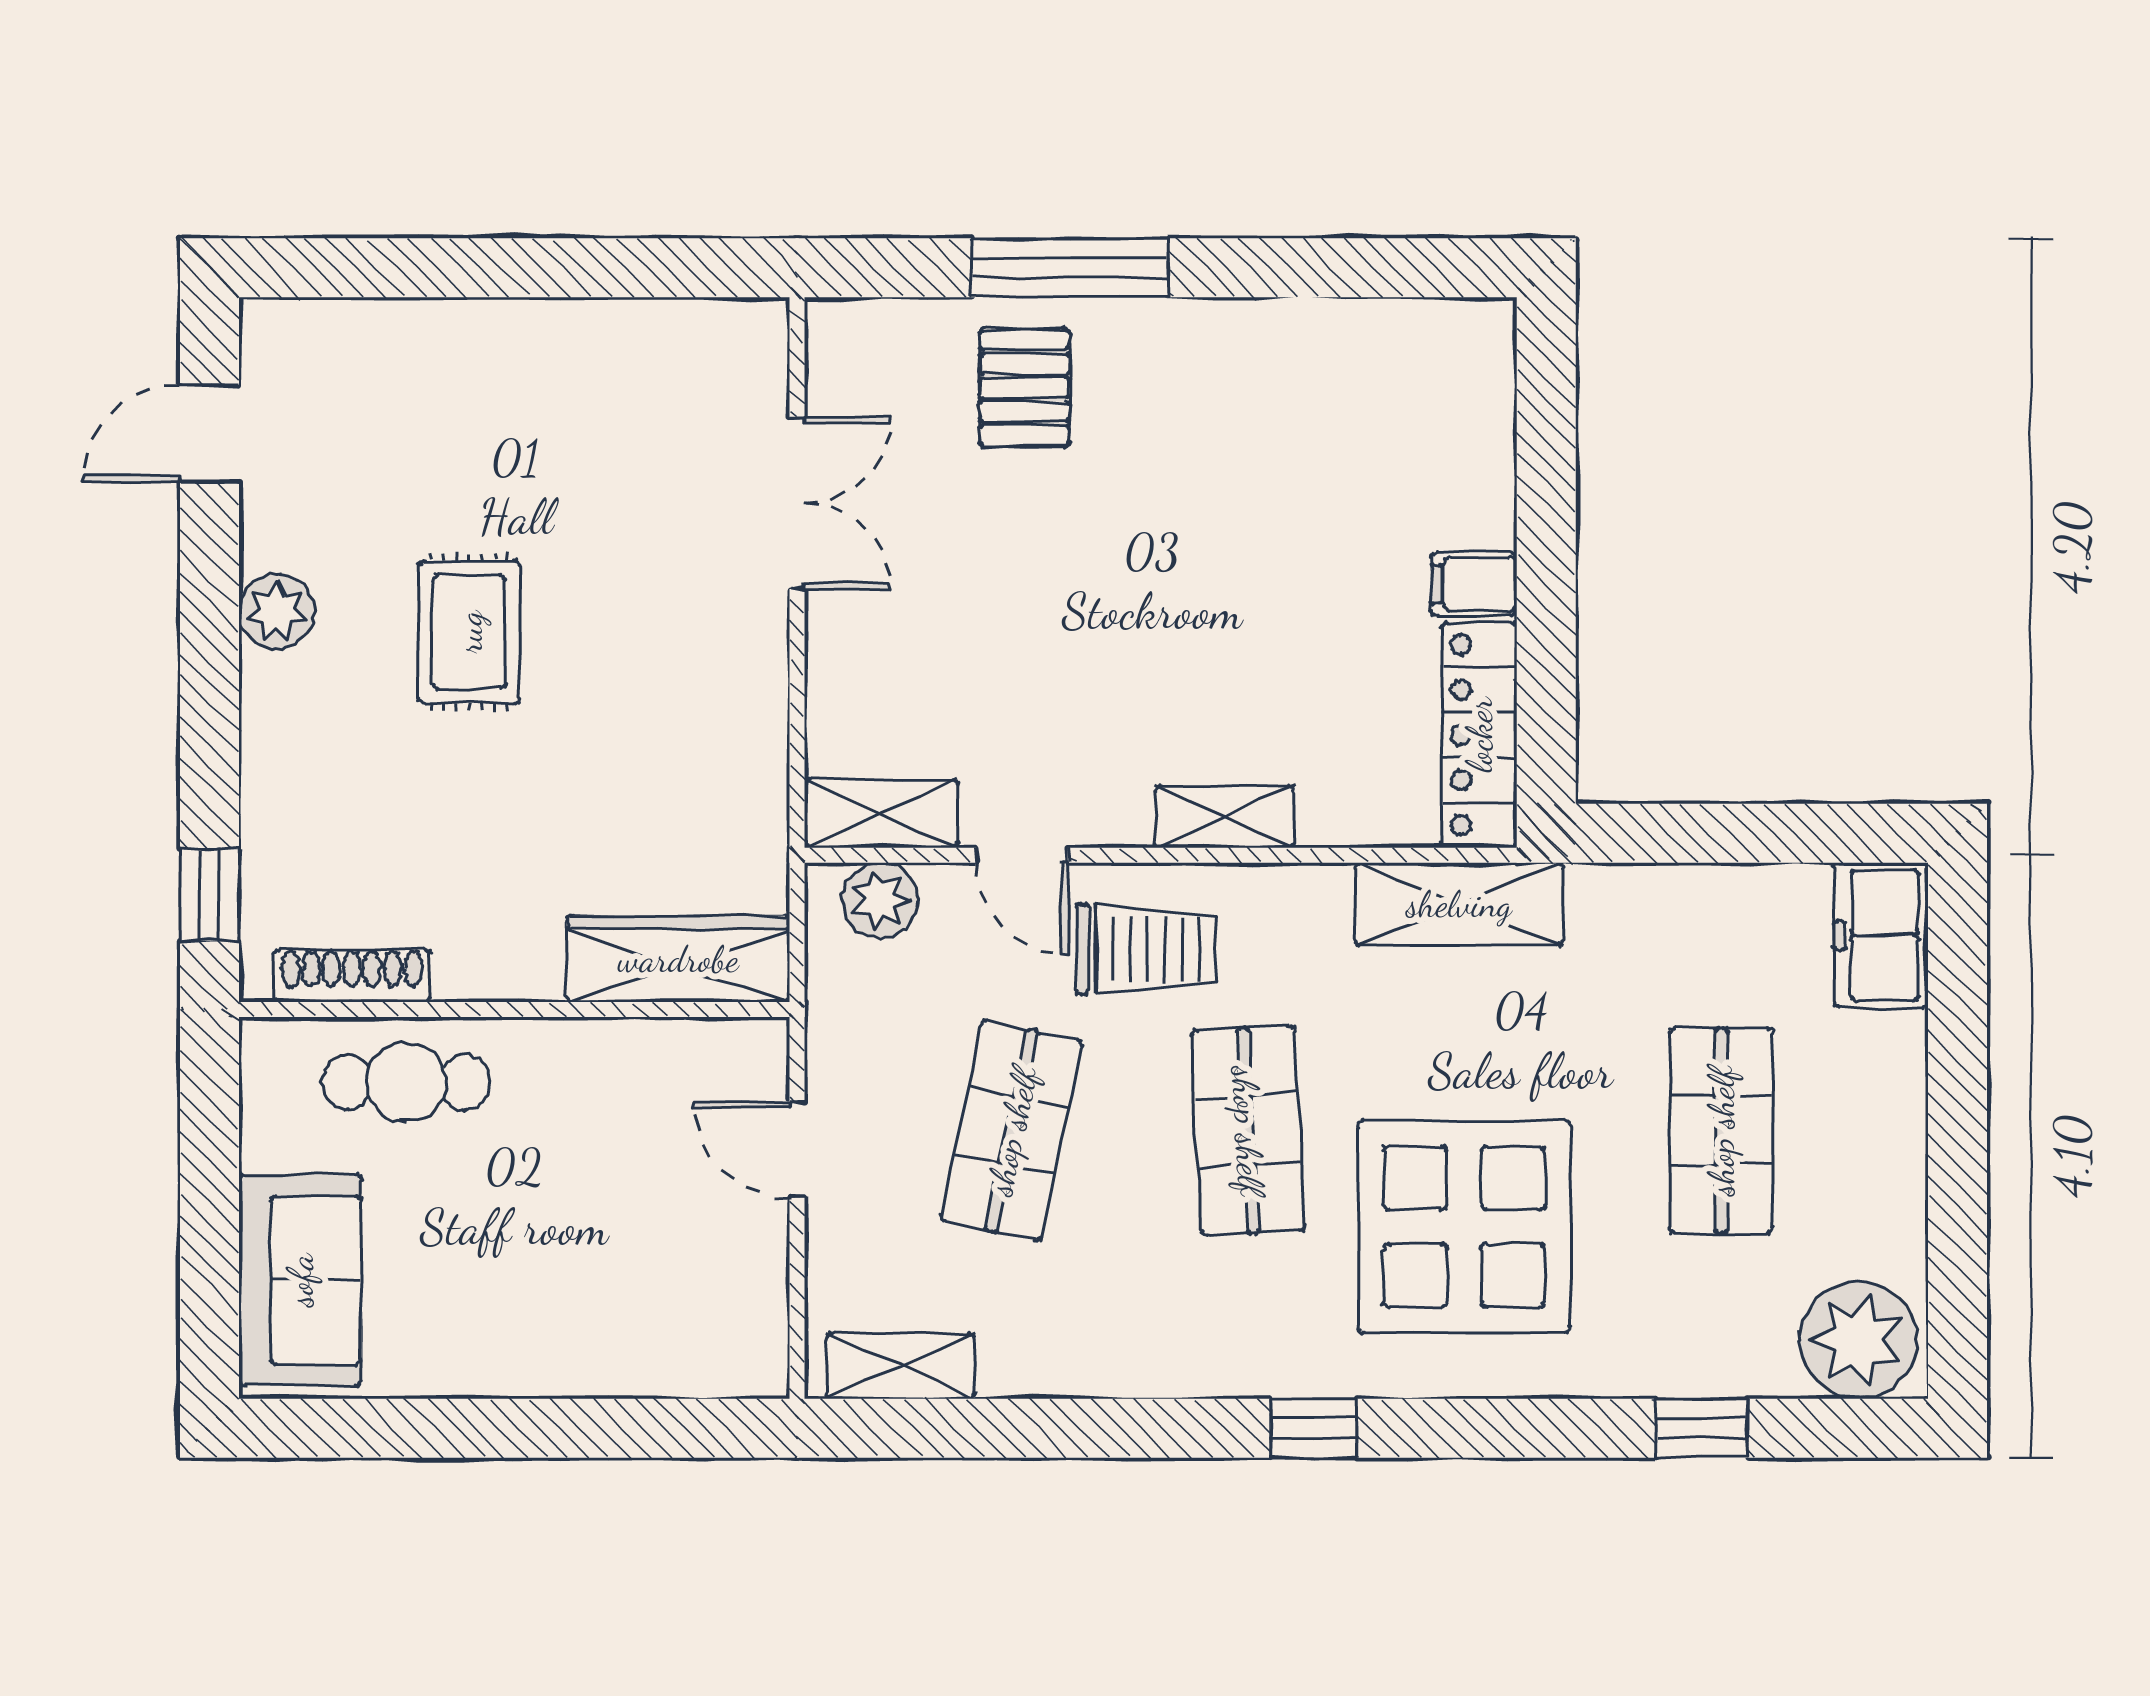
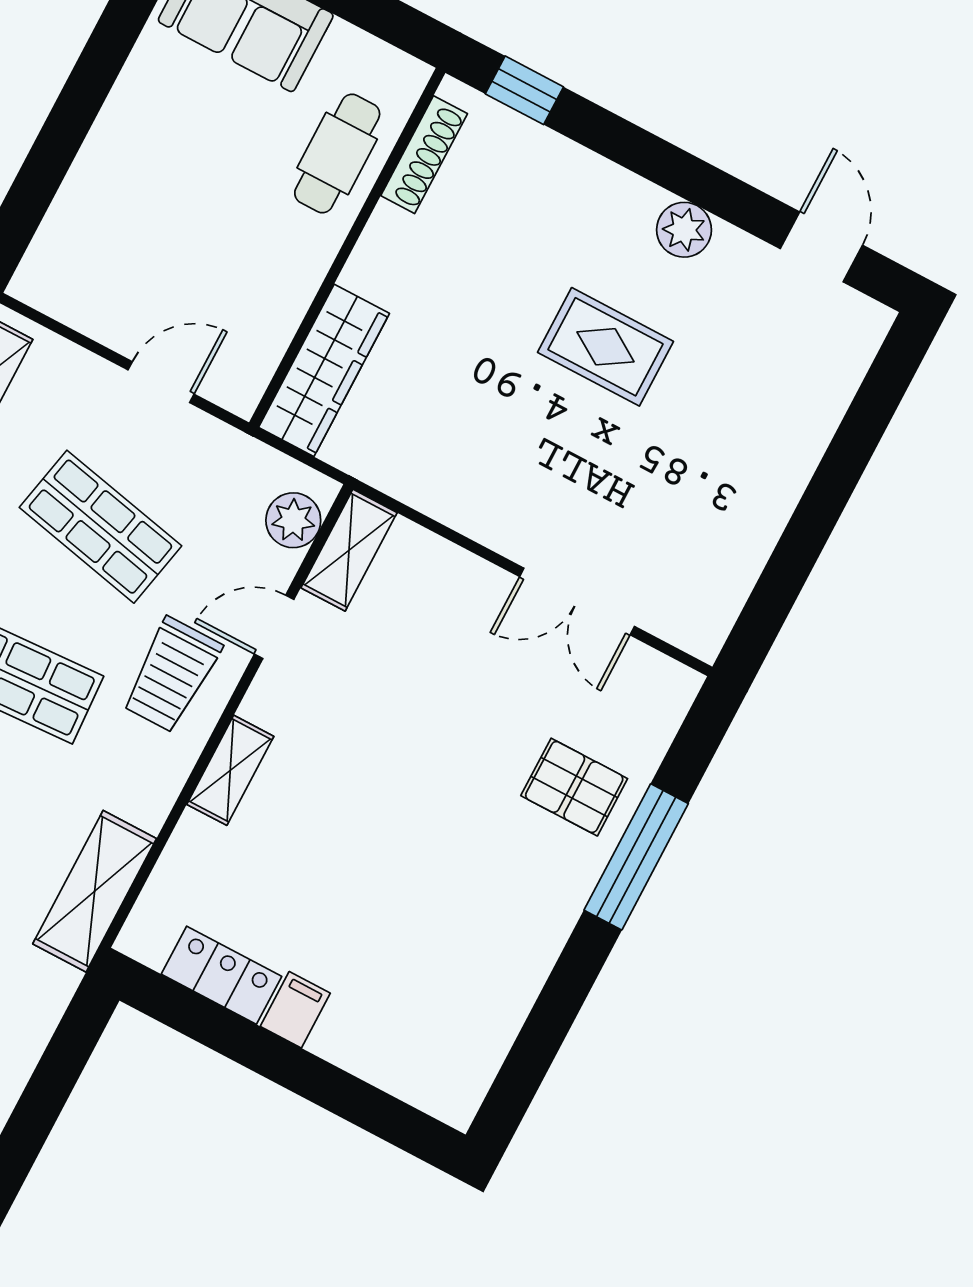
locker: (1479, 735) -> (221, 975), width x0.66

